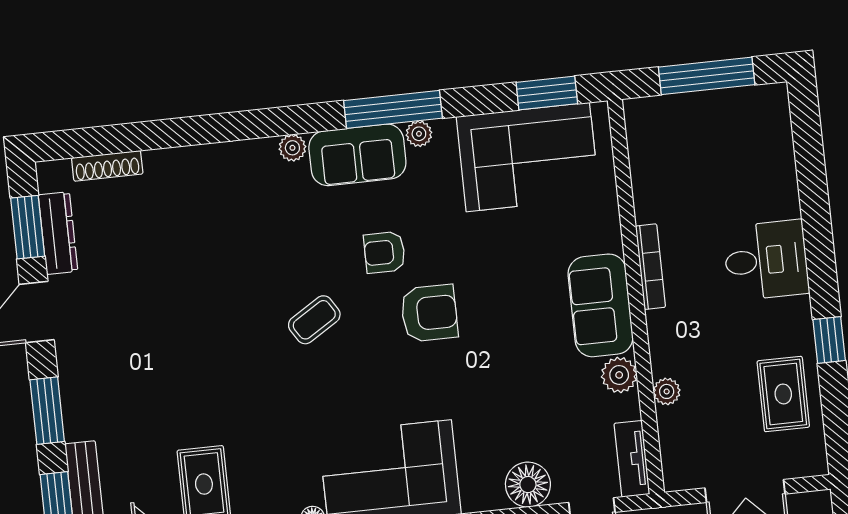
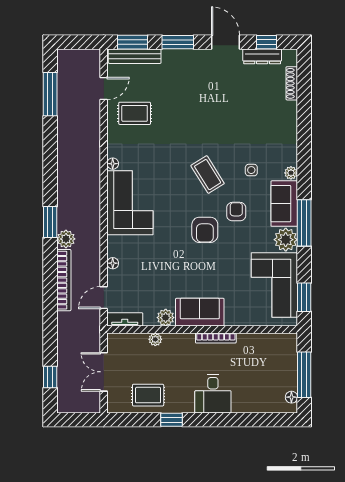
floor lamp: (756, 97) -> (291, 397), added
plant: (419, 134) -> (286, 240), width x1.87, depth x1.87
window: (28, 227) -> (267, 42), width x0.67
side table: (295, 230) -> (251, 170), added
coffee table: (314, 320) -> (208, 175), width x1.36, depth x1.30
floor lamp: (528, 485) -> (113, 263), width x0.53, depth x0.53

